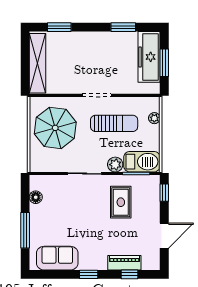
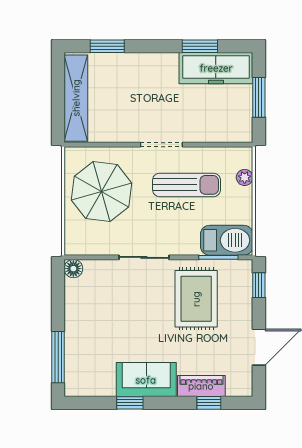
freezer: (149, 57) -> (216, 68), moved, turned -90
plant: (115, 165) -> (188, 244), removed
floor lamp: (36, 197) -> (73, 269), moved
rug: (121, 202) -> (196, 299), width x1.36, depth x1.43
window: (25, 230) -> (58, 357), moved
sofa: (57, 258) -> (146, 380), moved
window: (89, 274) -> (130, 403), moved

